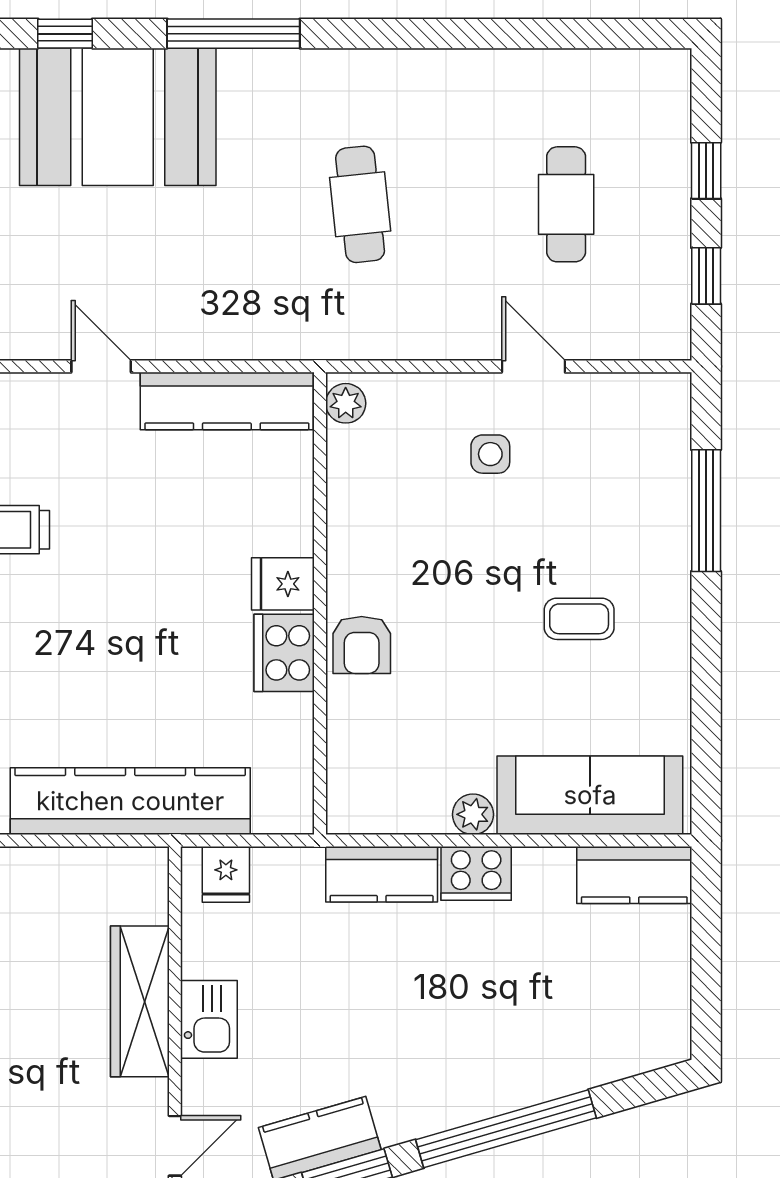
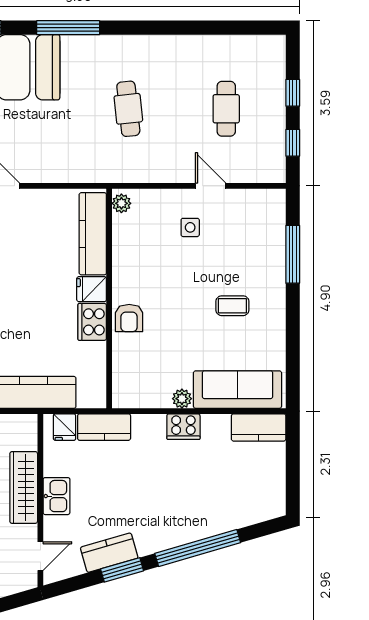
kitchen counter: (227, 401) -> (93, 234), moved, turned 90
kitchen counter: (382, 874) -> (104, 427), moved

